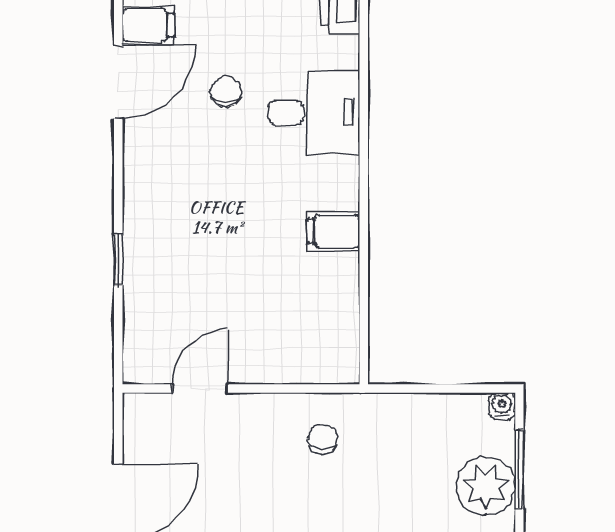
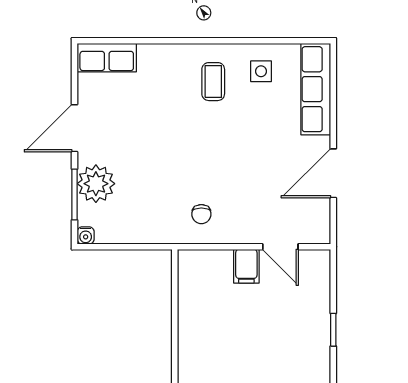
filing cabinet: (334, 231) -> (246, 266), moved, turned 90
door: (200, 389) -> (280, 247), hinge flipped

